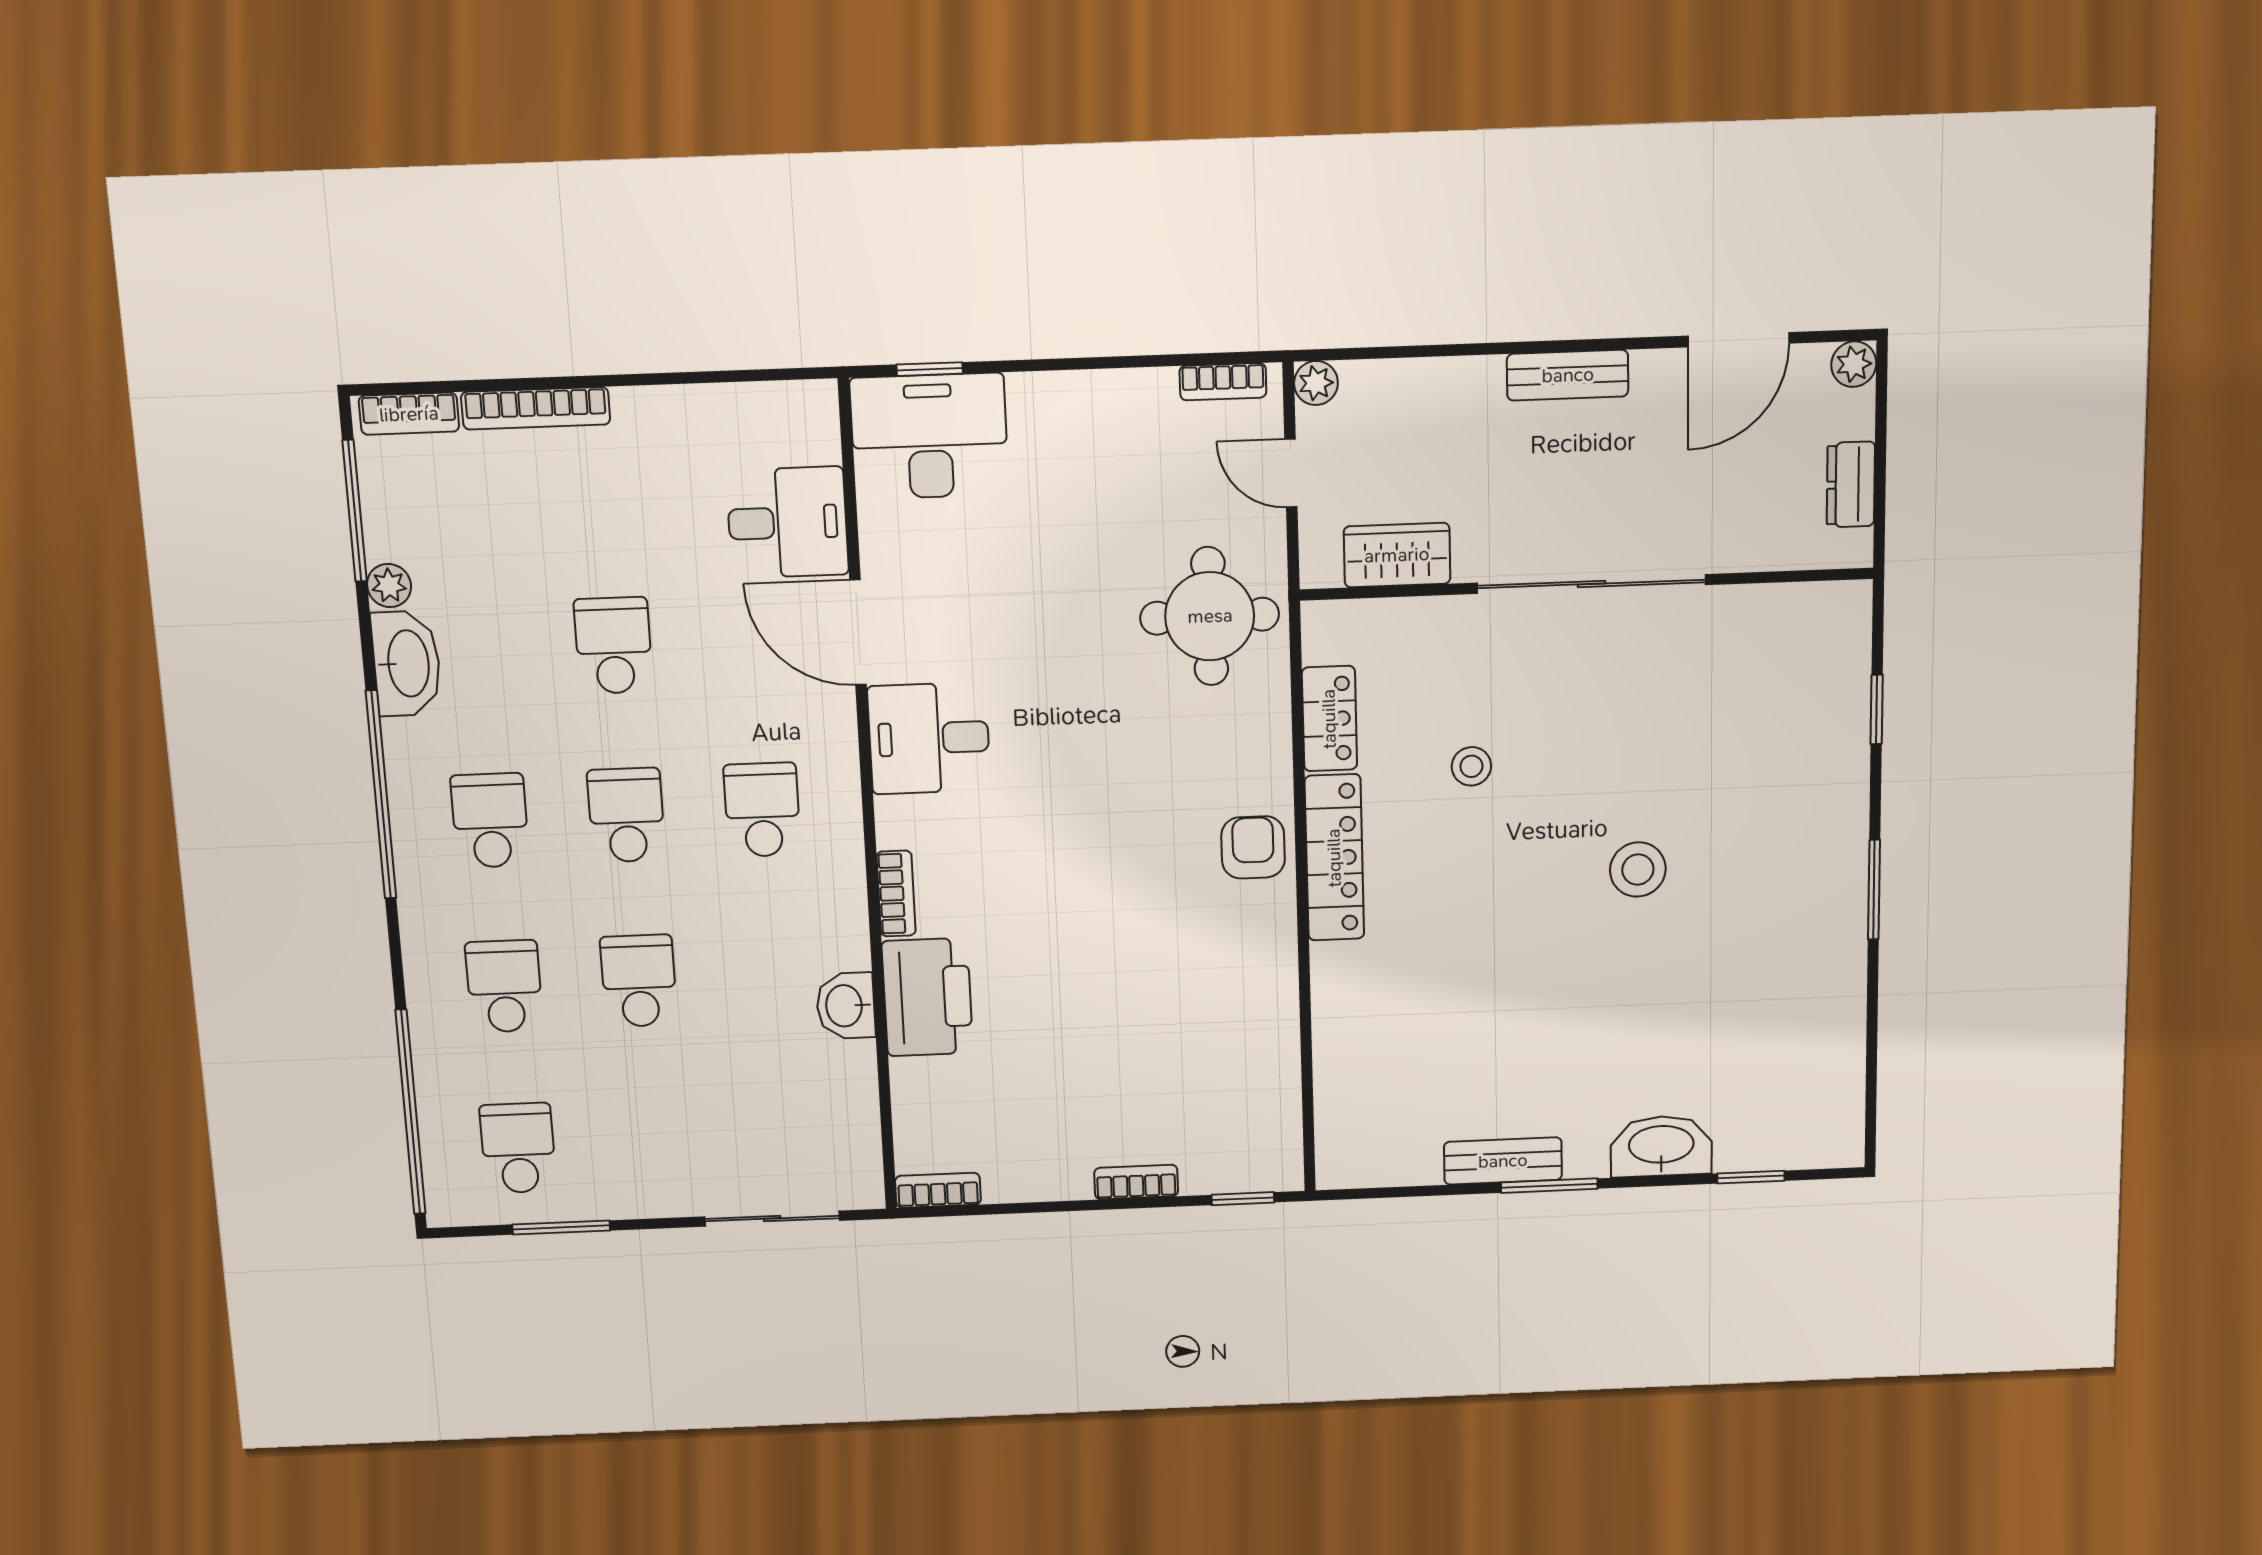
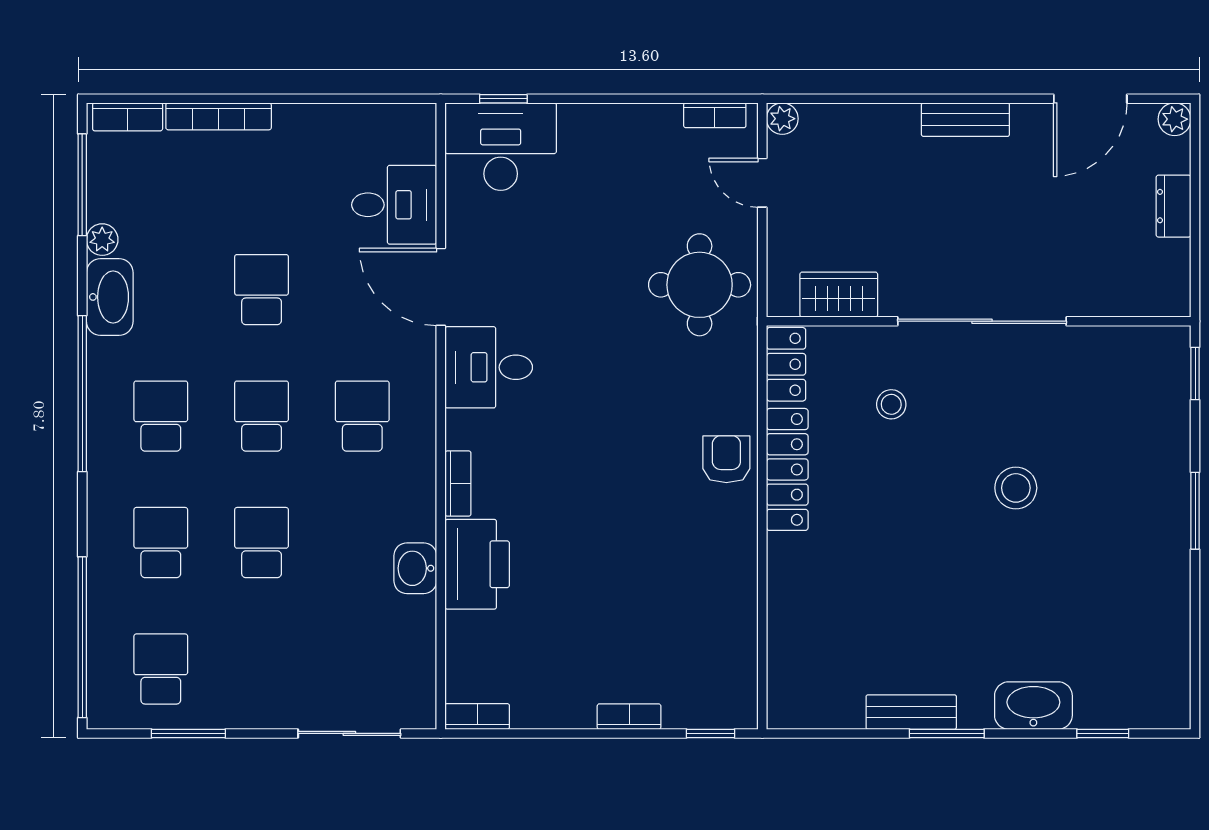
wardrobe: (1397, 555) -> (839, 295), moved
wall: (1587, 584) -> (979, 321), moved
sliding door: (1592, 584) -> (982, 321), moved

